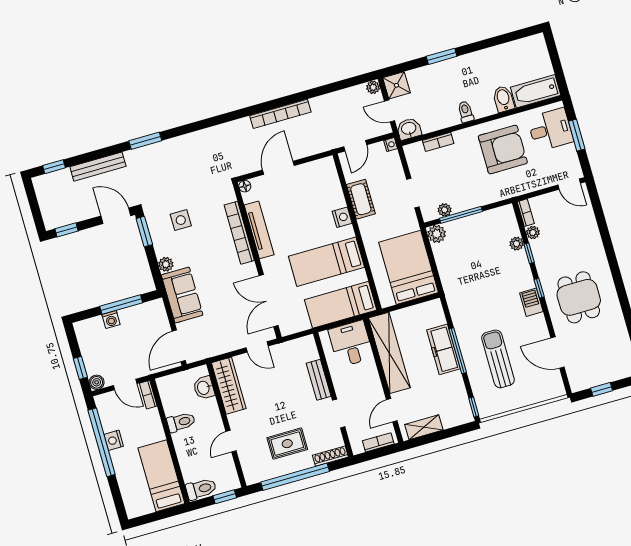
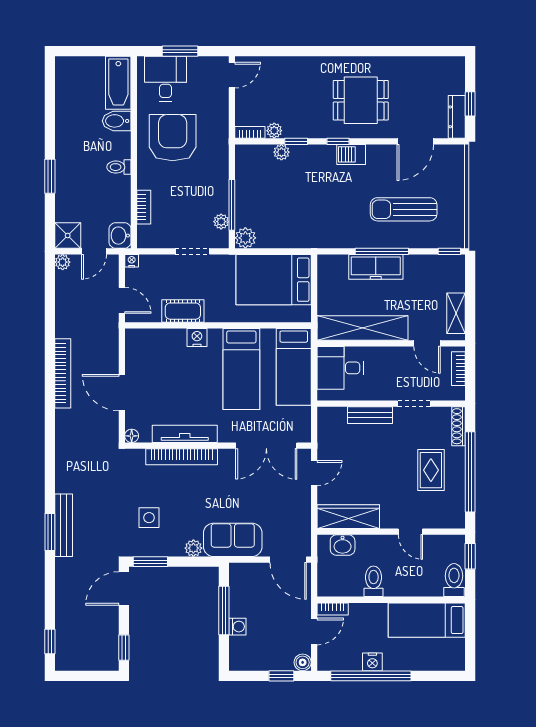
bench: (98, 167) -> (64, 525), moved
dresser: (588, 381) -> (457, 117), added

